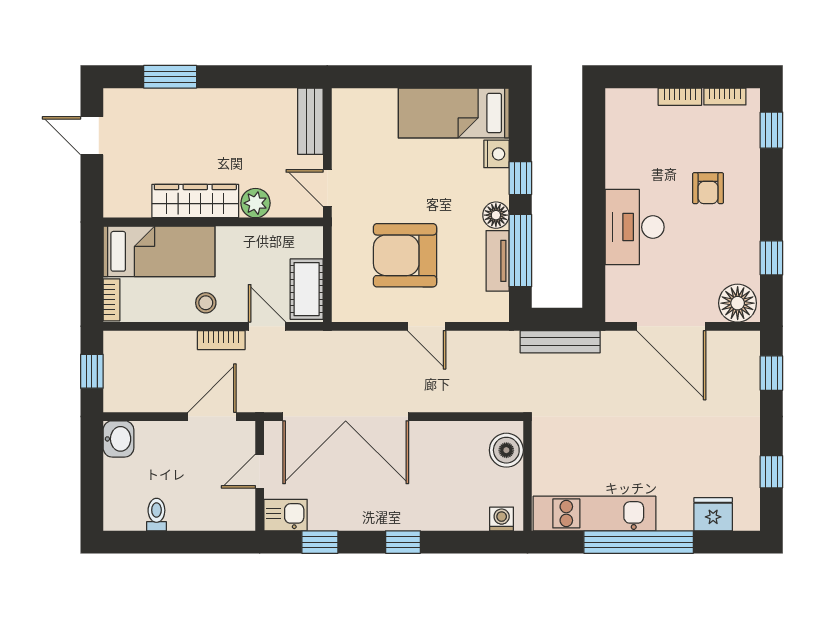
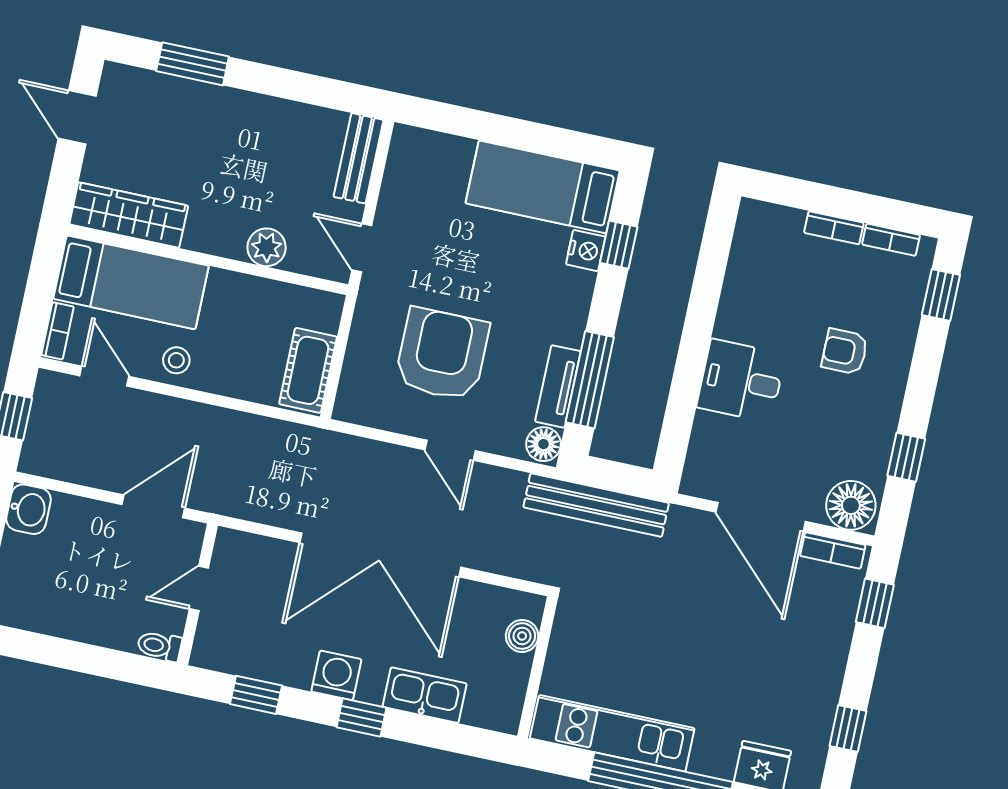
window: (520, 178) -> (619, 245), moved
armchair: (708, 188) -> (845, 351), turned 90
wardrobe: (195, 201) -> (129, 215), moved
floor lamp: (496, 215) -> (543, 444), moved
desk: (635, 227) -> (741, 381), width x0.73
armchair: (405, 255) -> (442, 354), turned 90
door: (267, 326) -> (104, 376), moved
bookcase: (221, 340) -> (833, 550), moved
bench: (560, 342) -> (596, 505), width x1.37, depth x1.21
double door: (346, 417) -> (380, 555), moved
boiler: (506, 450) -> (522, 636), width x0.73, depth x0.73
toilet: (156, 515) -> (159, 646), moved, turned -90
kitchen sink: (286, 515) -> (425, 695), moved, width x1.38
washing machine: (502, 519) -> (336, 675), moved, width x1.38, depth x1.38

